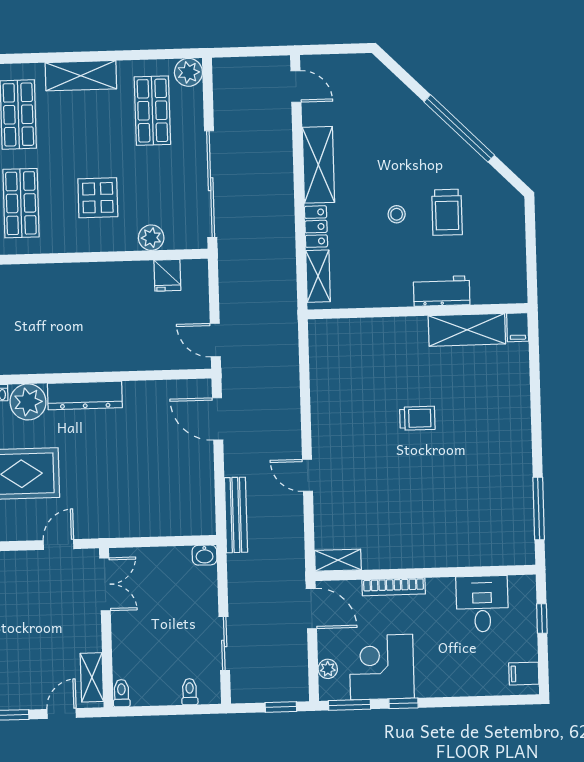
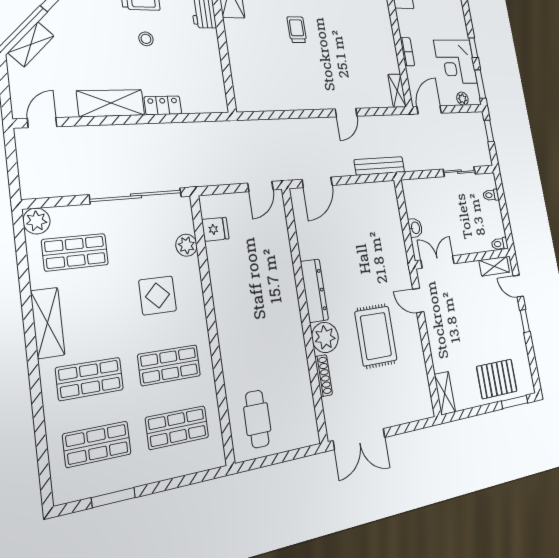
shelving: (318, 276) -> (31, 44), moved, turned -45
washbasin: (205, 555) -> (415, 228), moved
bookcase: (394, 587) -> (407, 52), width x0.64

